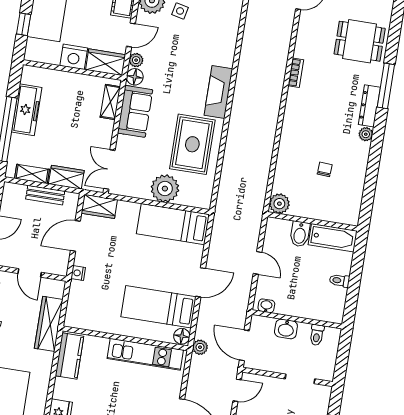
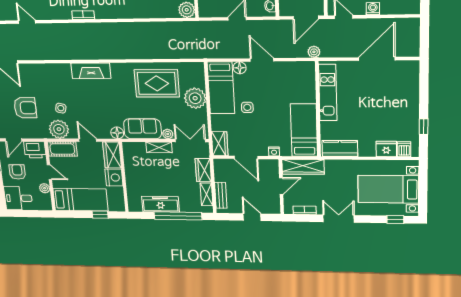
plant: (136, 60) -> (168, 134), moved
fireplace: (218, 92) -> (91, 71), moved
shelving: (110, 102) -> (159, 147), moved
double door: (109, 169) -> (190, 141), swing flipped
bench: (45, 195) -> (221, 195), moved
side table: (142, 252) -> (247, 107), added
bed: (158, 307) -> (304, 130), moved, turned 180
wardrobe: (49, 324) -> (303, 167), moved
floor lamp: (182, 336) -> (240, 68), moved

